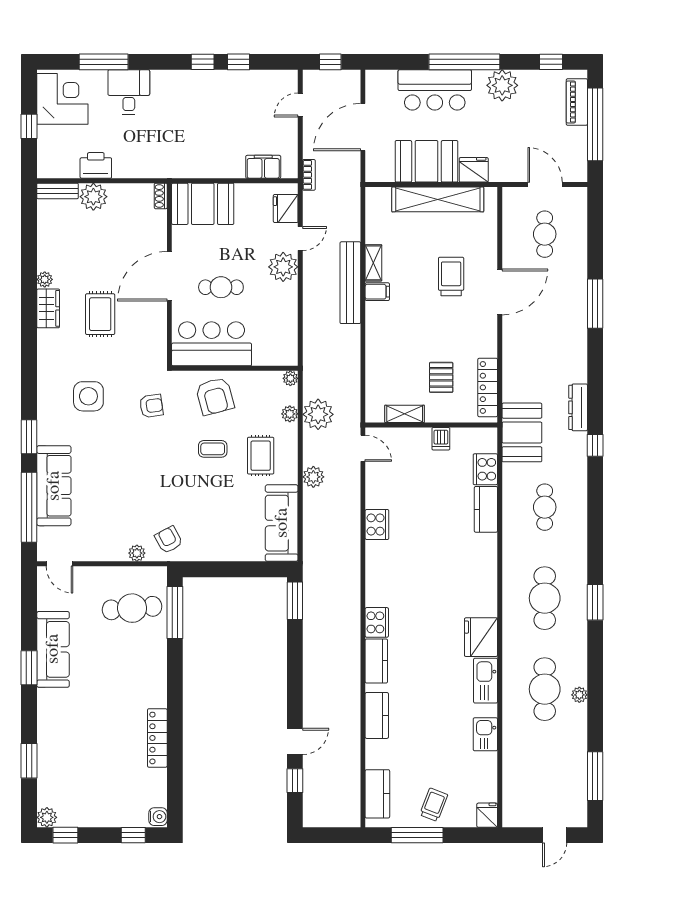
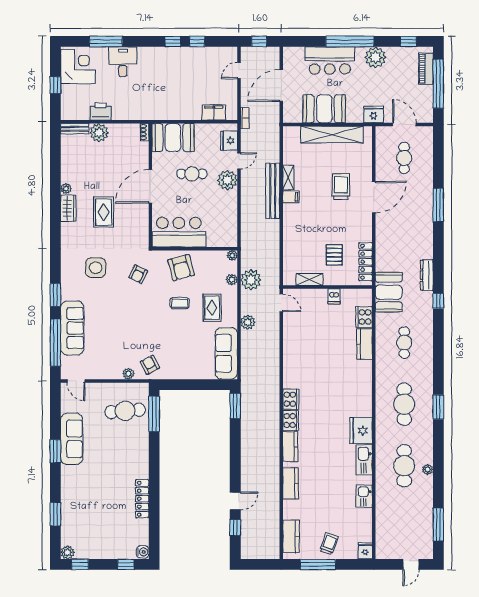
fridge: (474, 170) -> (374, 114), moved
cafe table: (221, 287) -> (192, 174), moved
armchair: (151, 406) -> (138, 274), turned 124
cooker: (377, 525) -> (291, 399), moved

